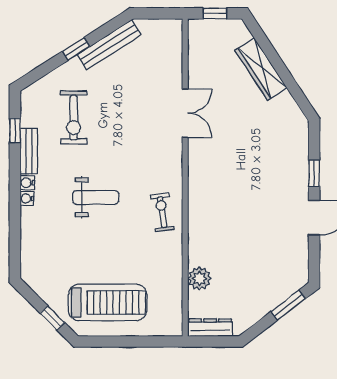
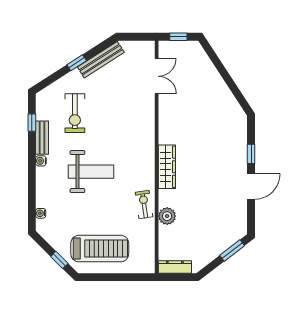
wardrobe: (261, 69) -> (167, 167), moved, turned -147
double door: (185, 113) -> (157, 76), moved
weight bench: (96, 197) -> (91, 172), width x1.36, depth x1.33
water cooler: (27, 198) -> (41, 213), moved
exercise bike: (162, 212) -> (144, 205), moved
plant: (199, 278) -> (167, 216), moved

